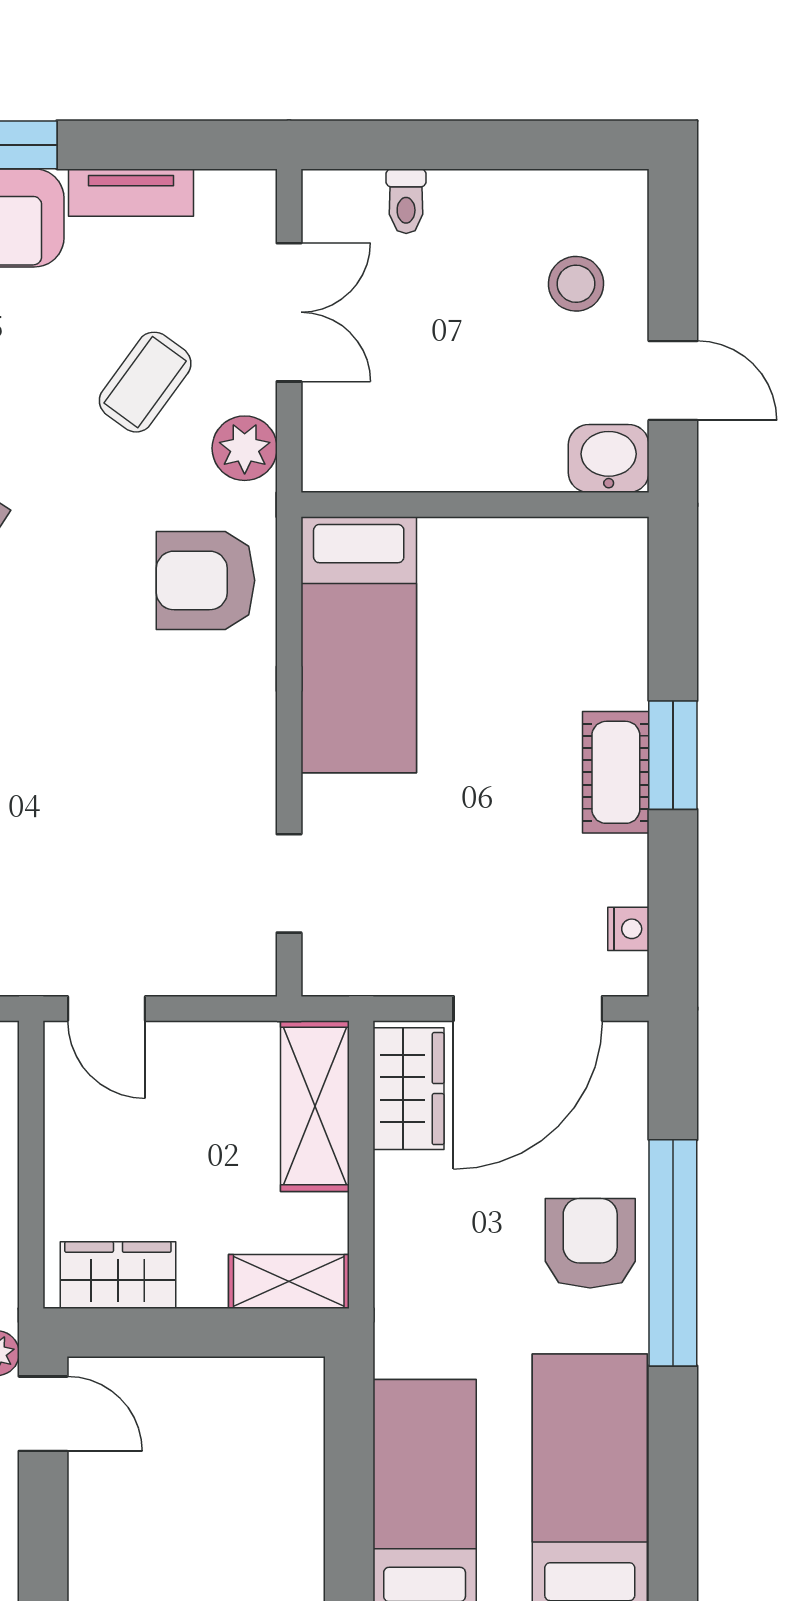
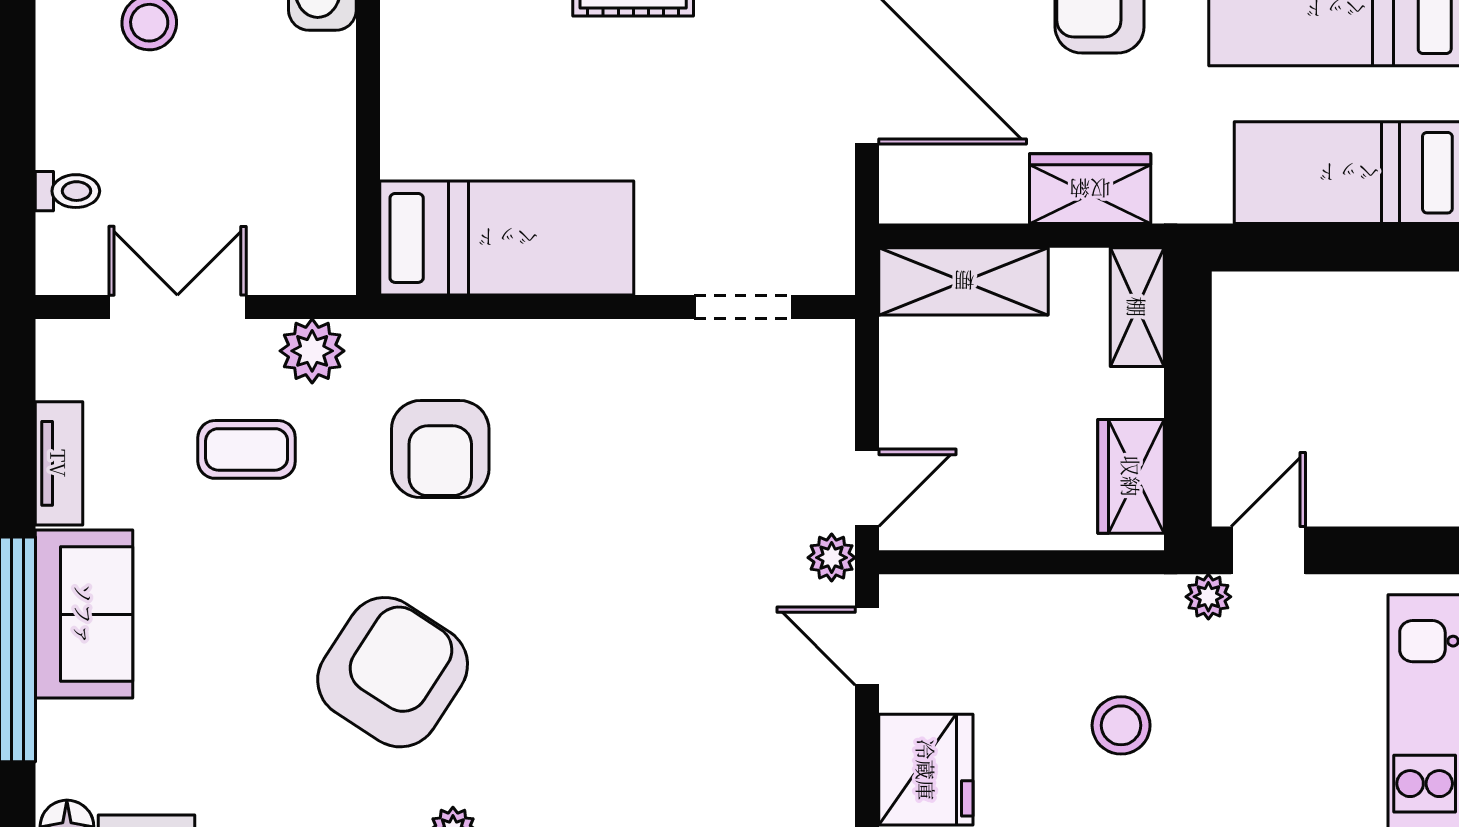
coffee table: (145, 382) -> (247, 449), turned -36
armchair: (206, 580) -> (440, 449), moved
plant: (36, 973) -> (832, 558), added
wardrobe: (408, 1089) -> (1090, 189), moved

